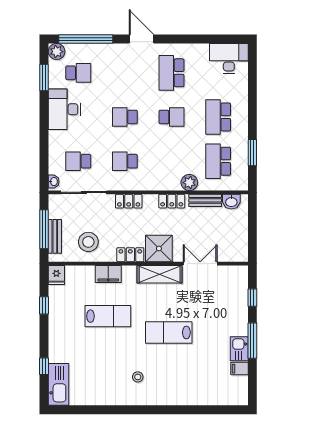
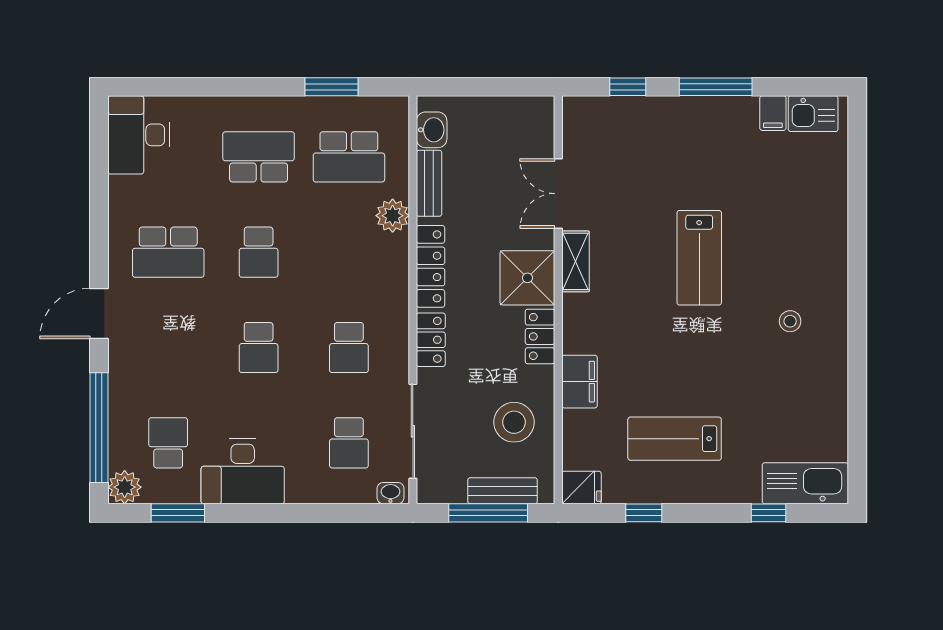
school desk: (171, 117) -> (259, 252), turned 180
school desk: (218, 117) -> (259, 157), turned 180
locker: (172, 201) -> (431, 266), width x1.53
shelving: (160, 274) -> (575, 261), width x0.67, depth x0.75
lab bench: (108, 316) -> (675, 439), moved, turned -90
kitchen sink: (239, 349) -> (813, 114), moved

